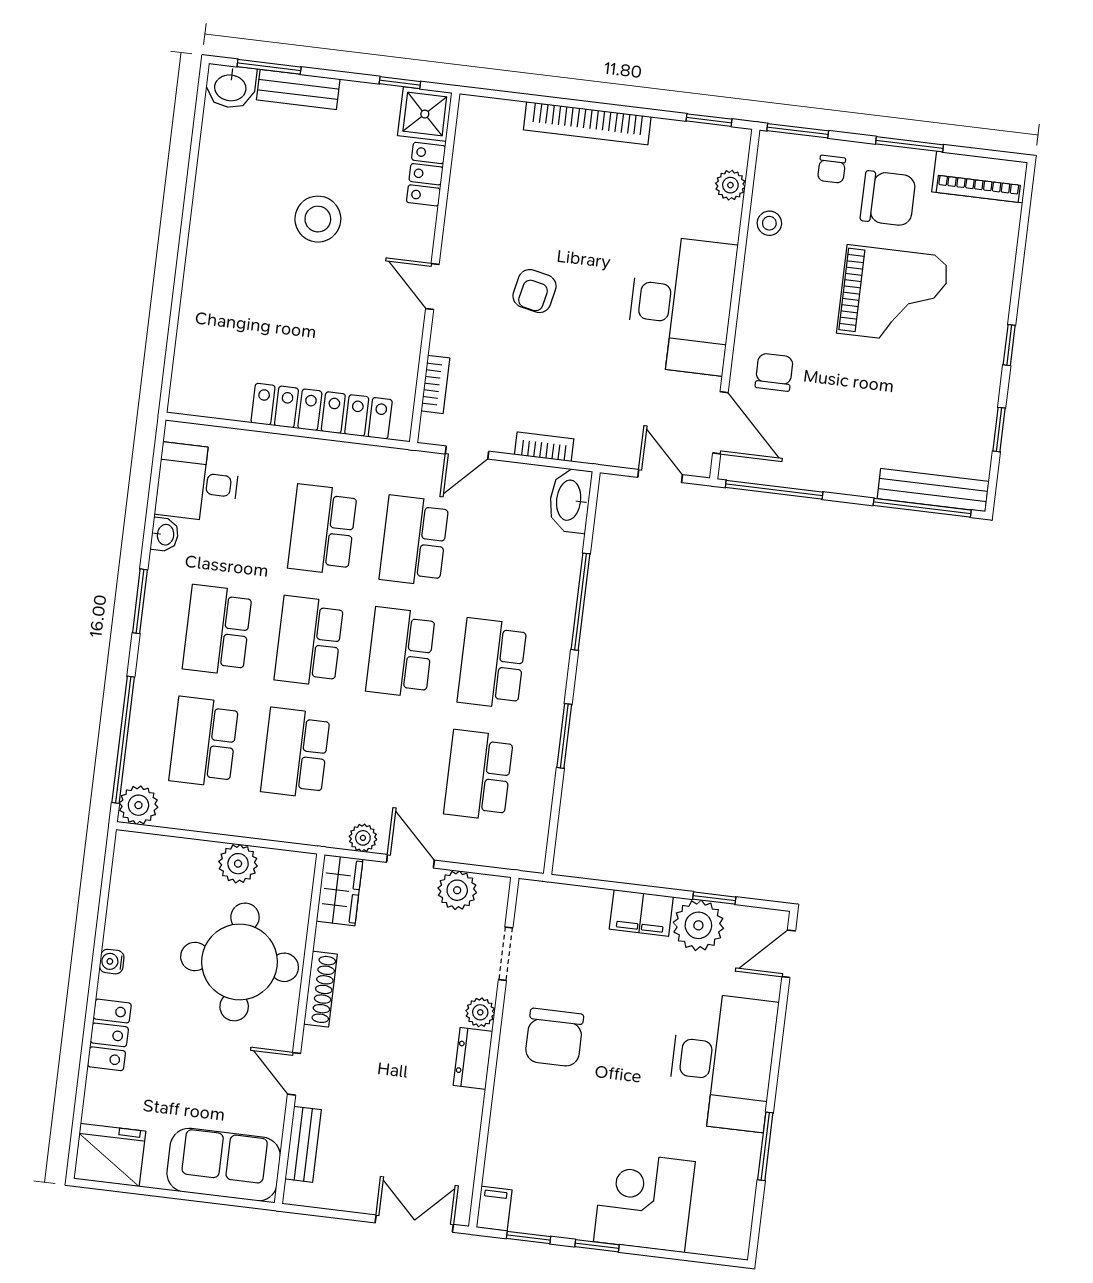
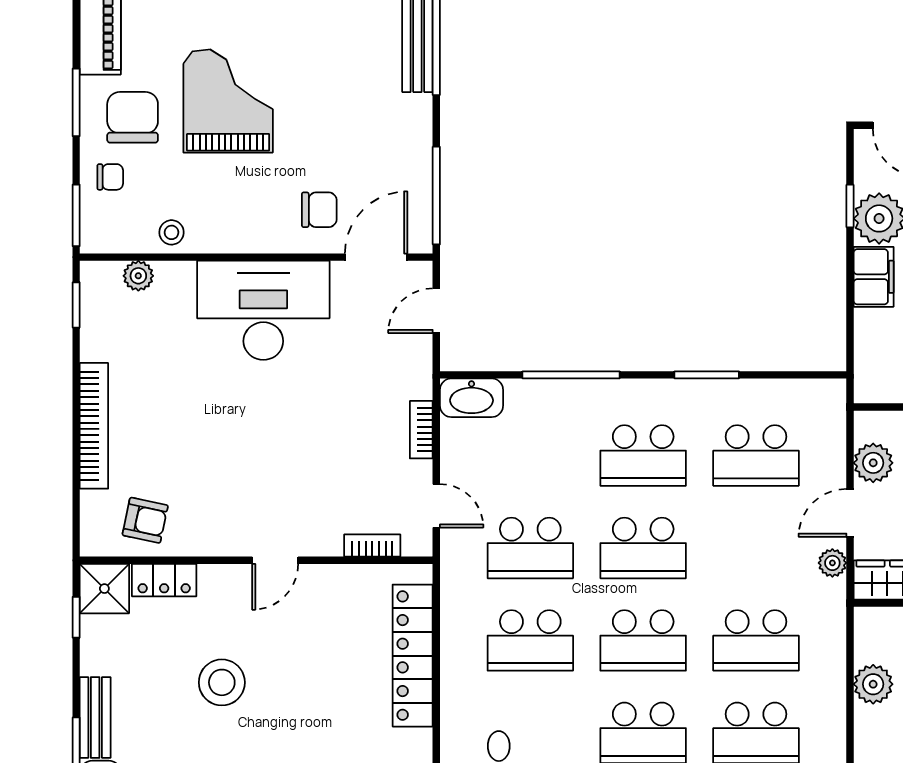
armchair: (535, 291) -> (145, 520), moved
chair: (774, 372) -> (319, 210), turned 180

